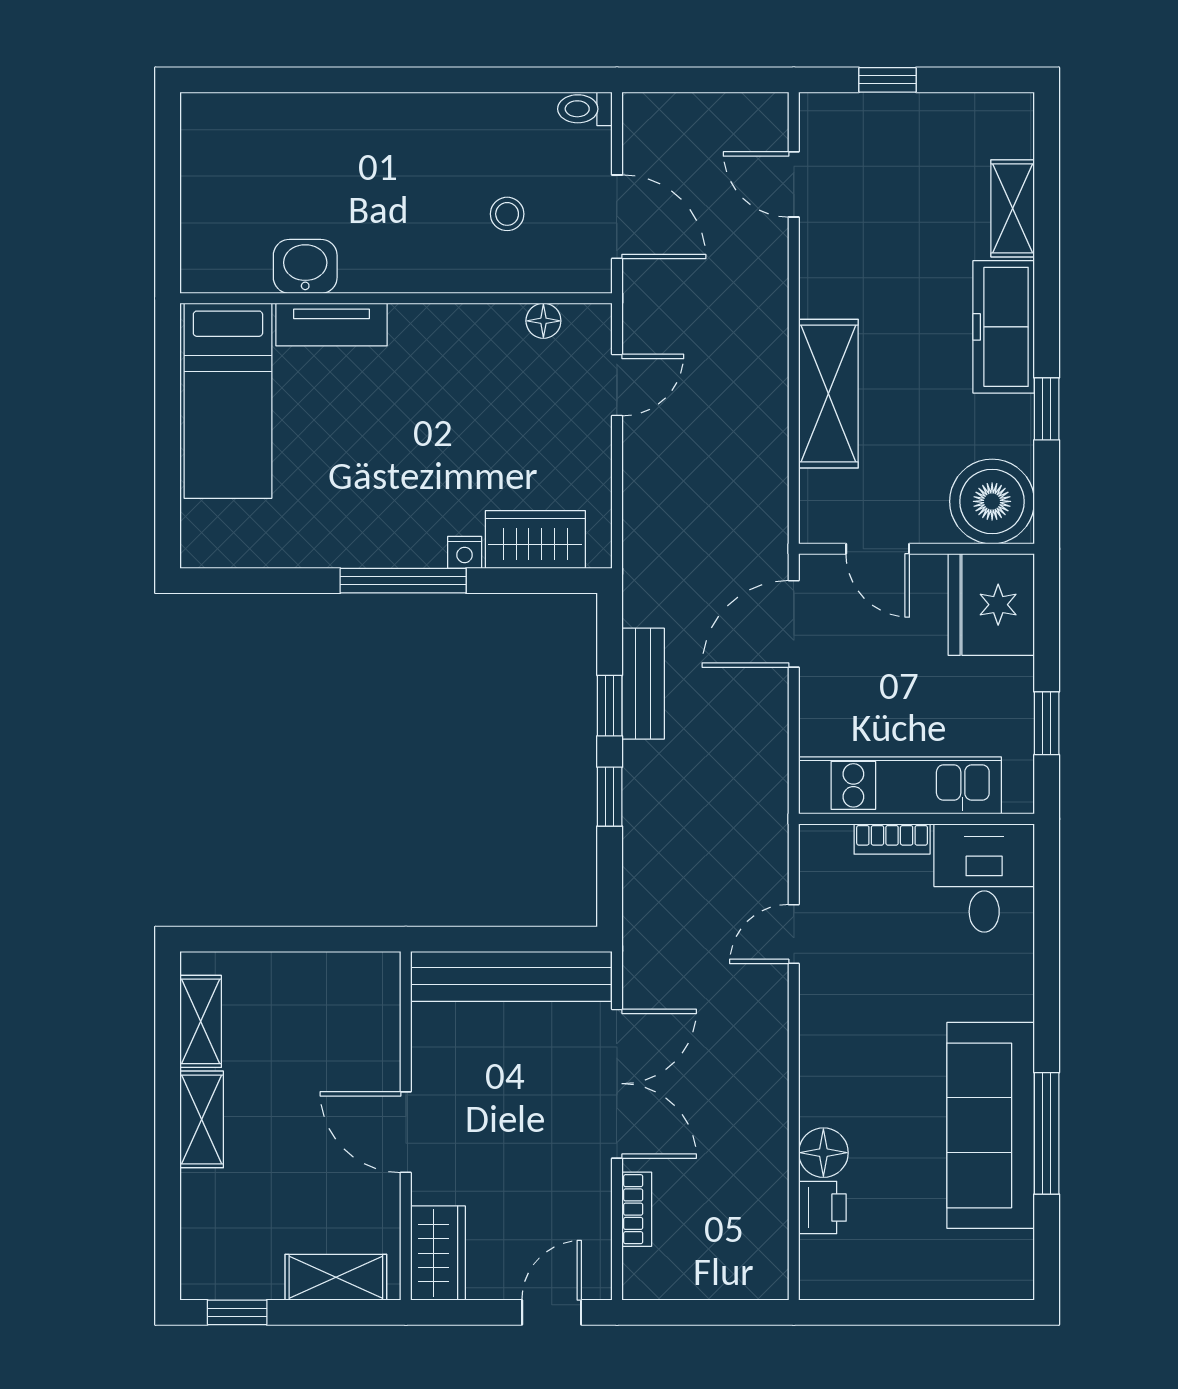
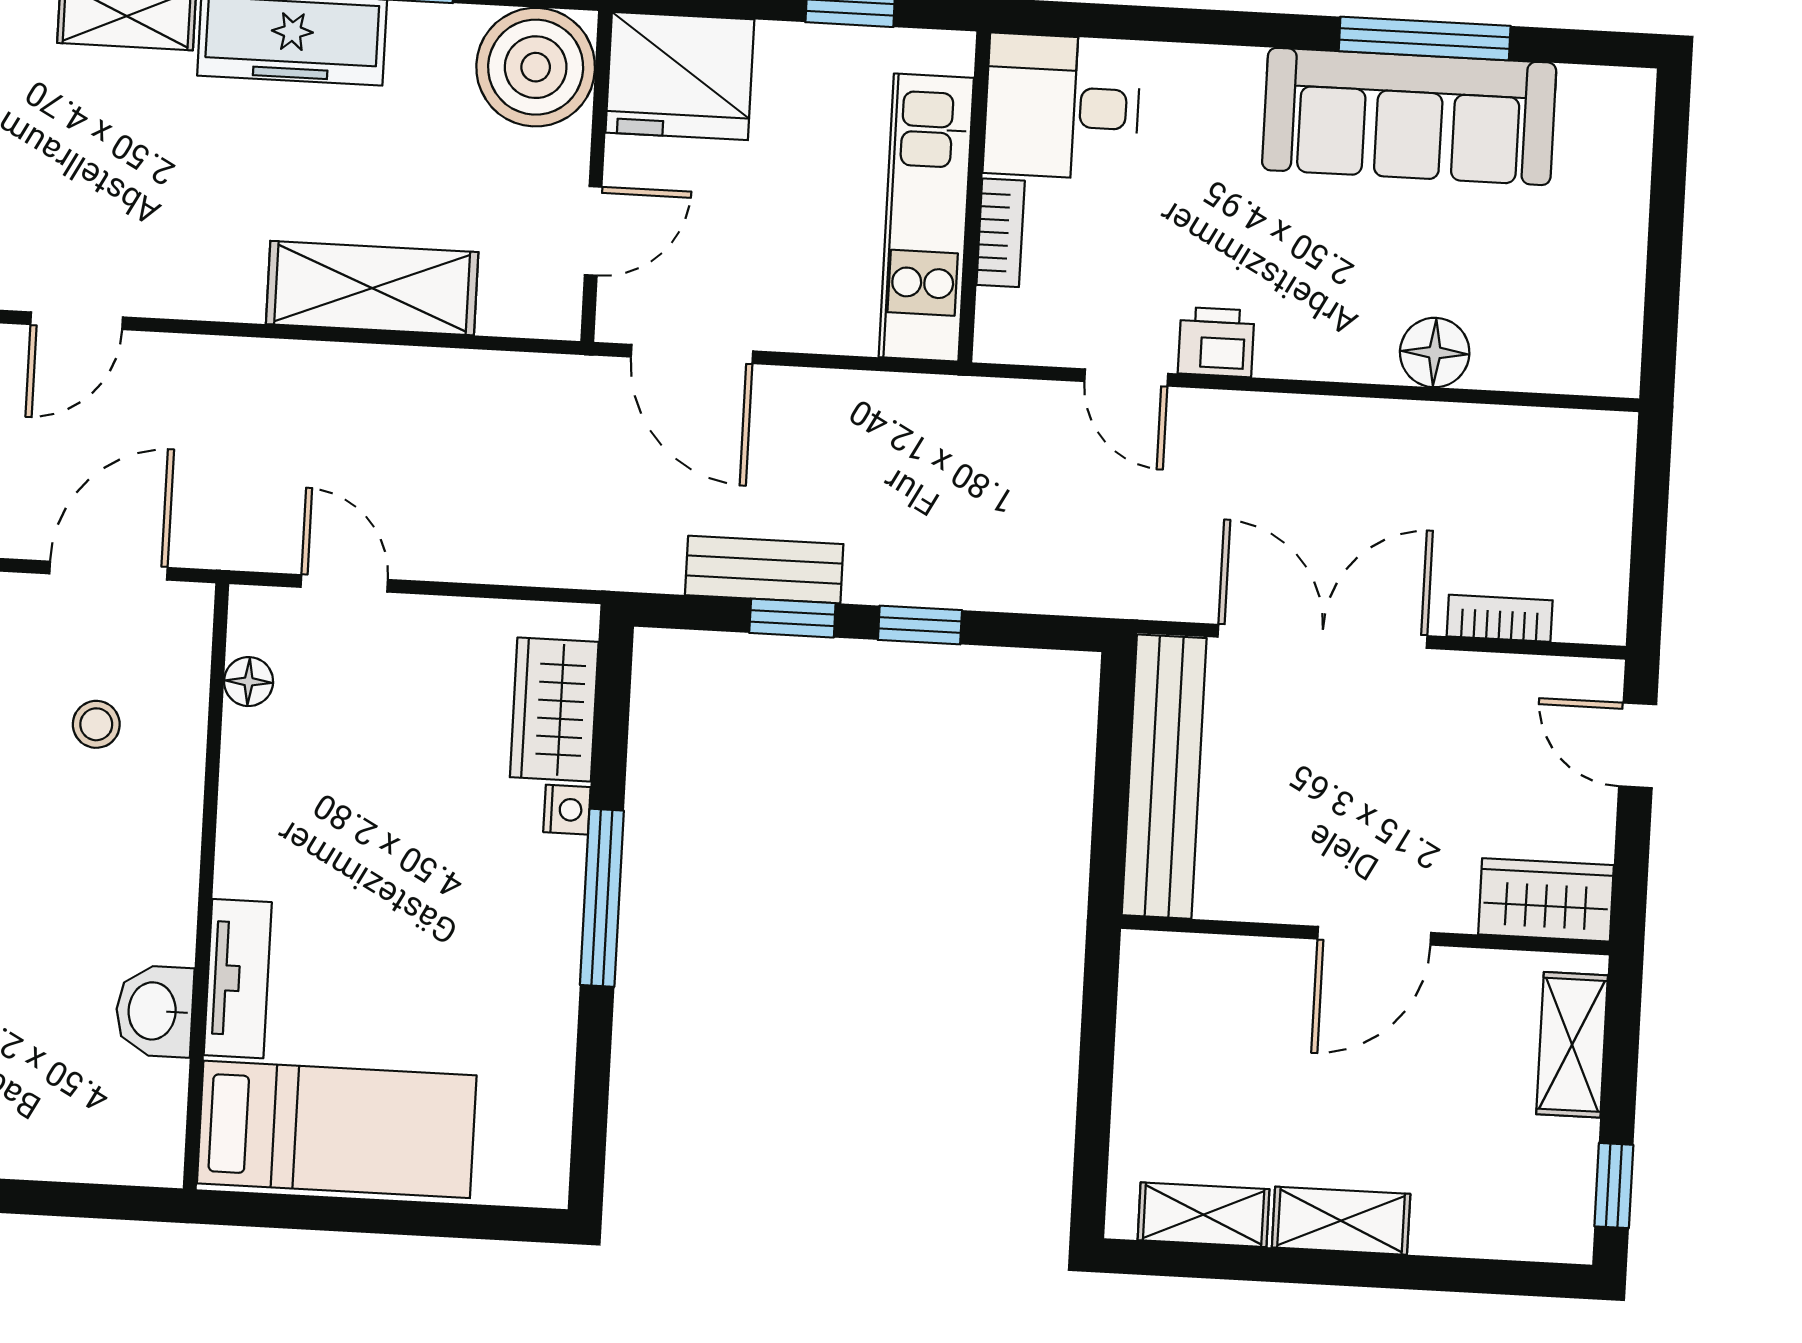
printer: (822, 1208) -> (1216, 342), moved

